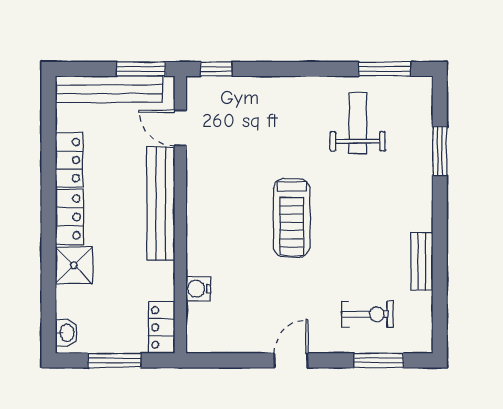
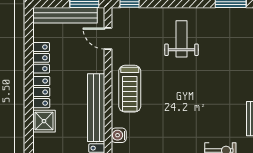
weight bench: (358, 123) -> (181, 39), moved
bench: (161, 204) -> (96, 108), moved
treadmill: (292, 218) -> (130, 89), moved

